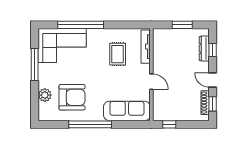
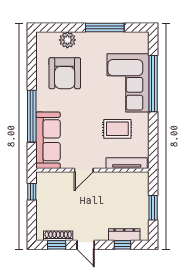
corner sofa: (62, 45) -> (128, 83), moved
door: (213, 80) -> (86, 245), swing flipped
window: (90, 124) -> (32, 116), moved

